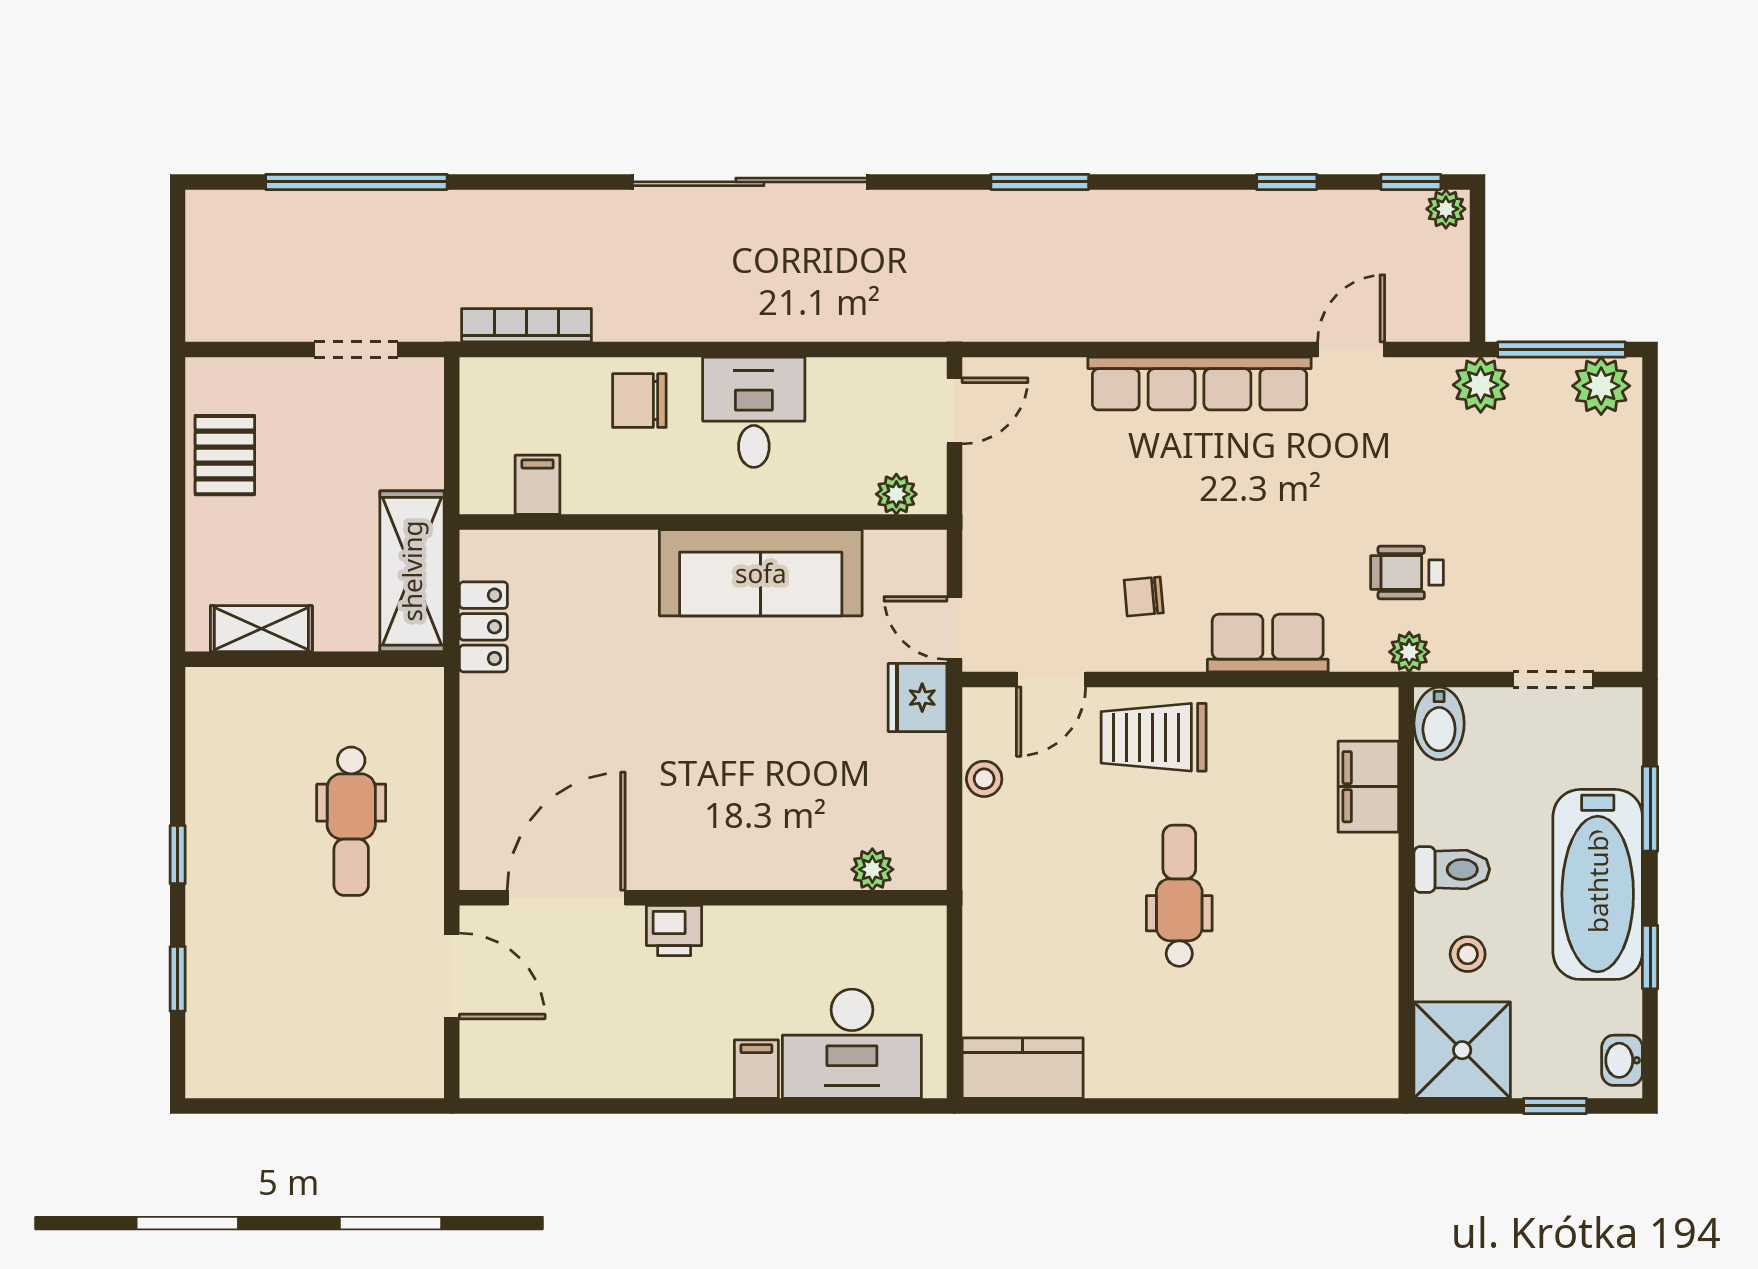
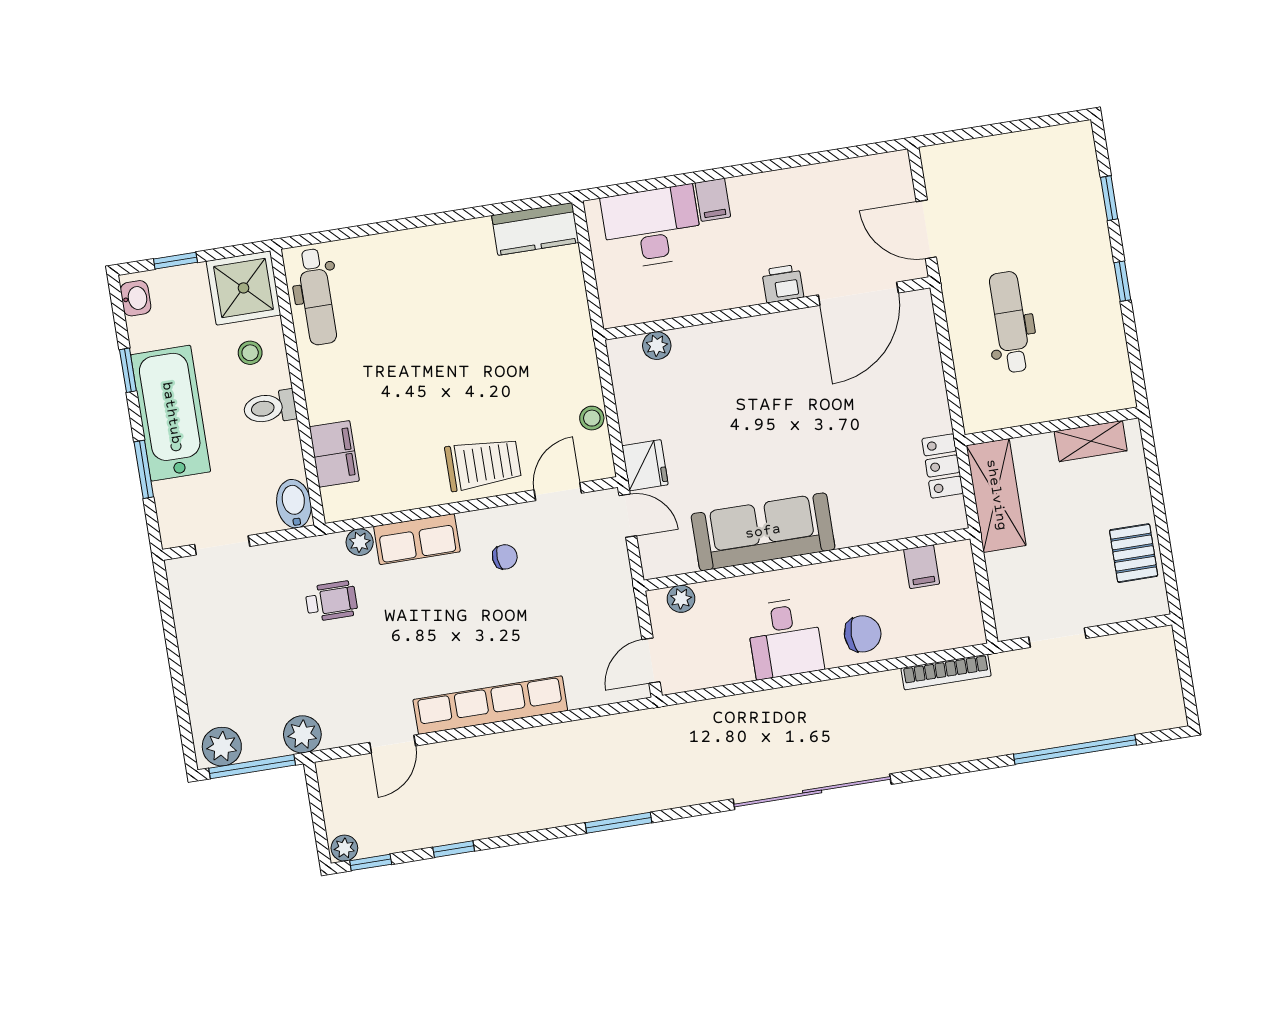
plant: (1409, 652) -> (360, 542), moved
dental chair: (1179, 896) -> (317, 297), moved

